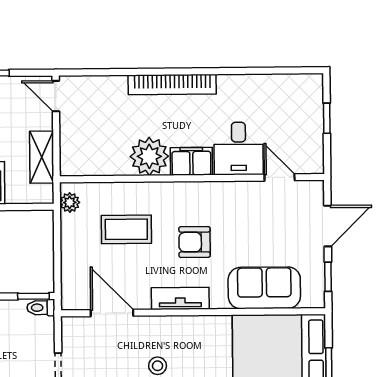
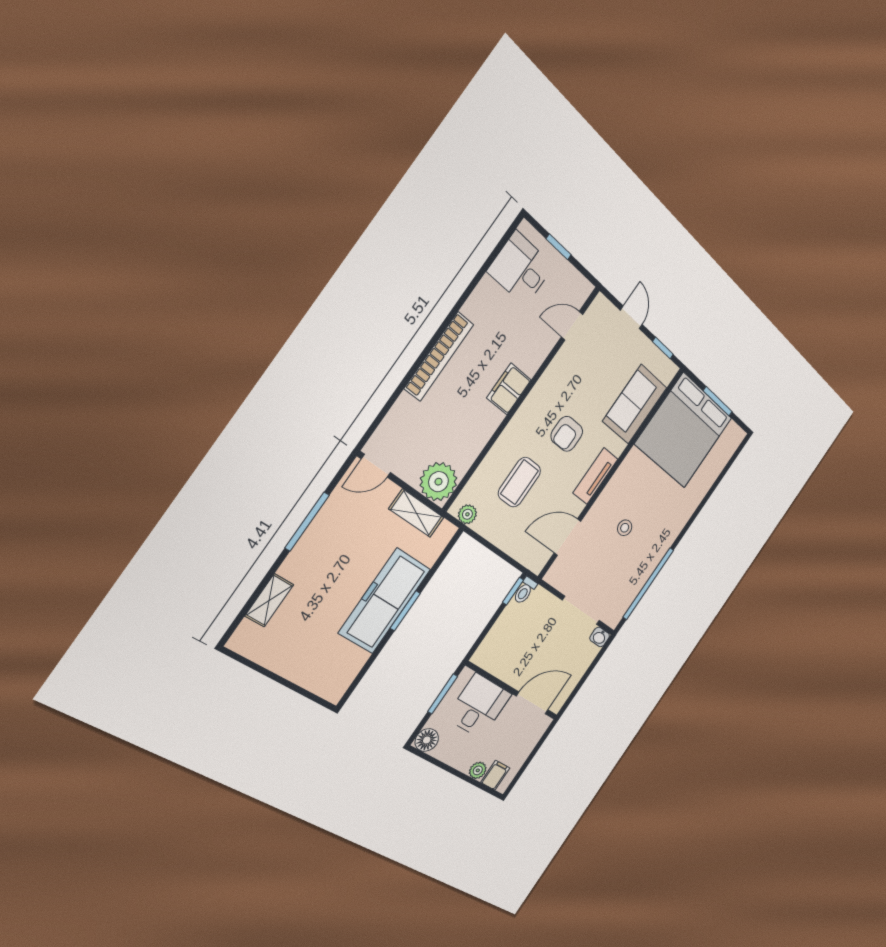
desk: (239, 148) -> (521, 269), moved, turned 180
plant: (149, 156) -> (438, 482), moved
door: (328, 226) -> (631, 317), width x0.73

